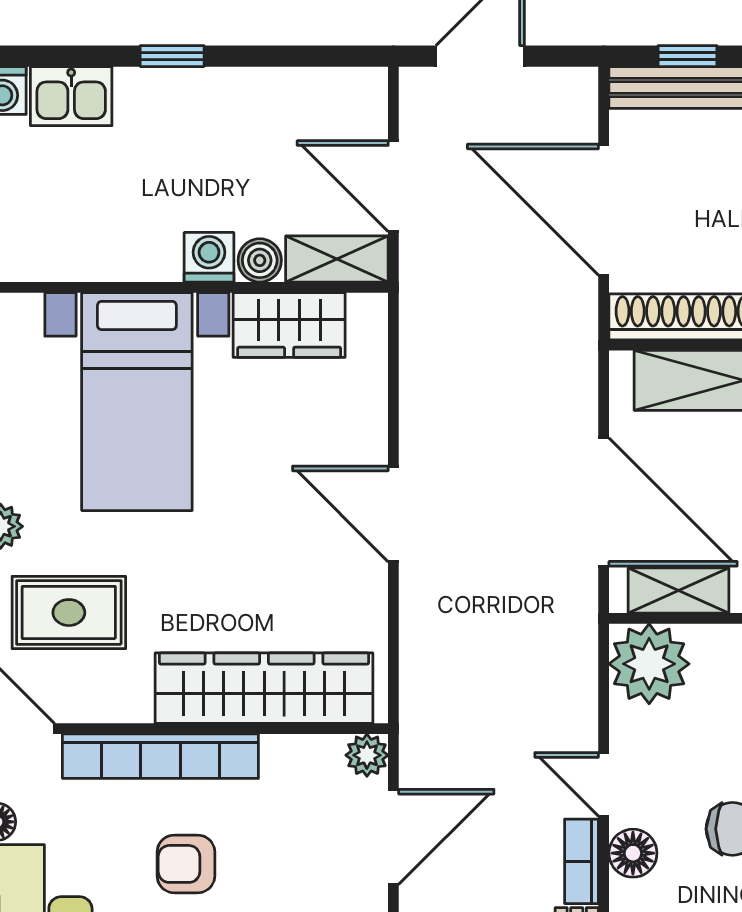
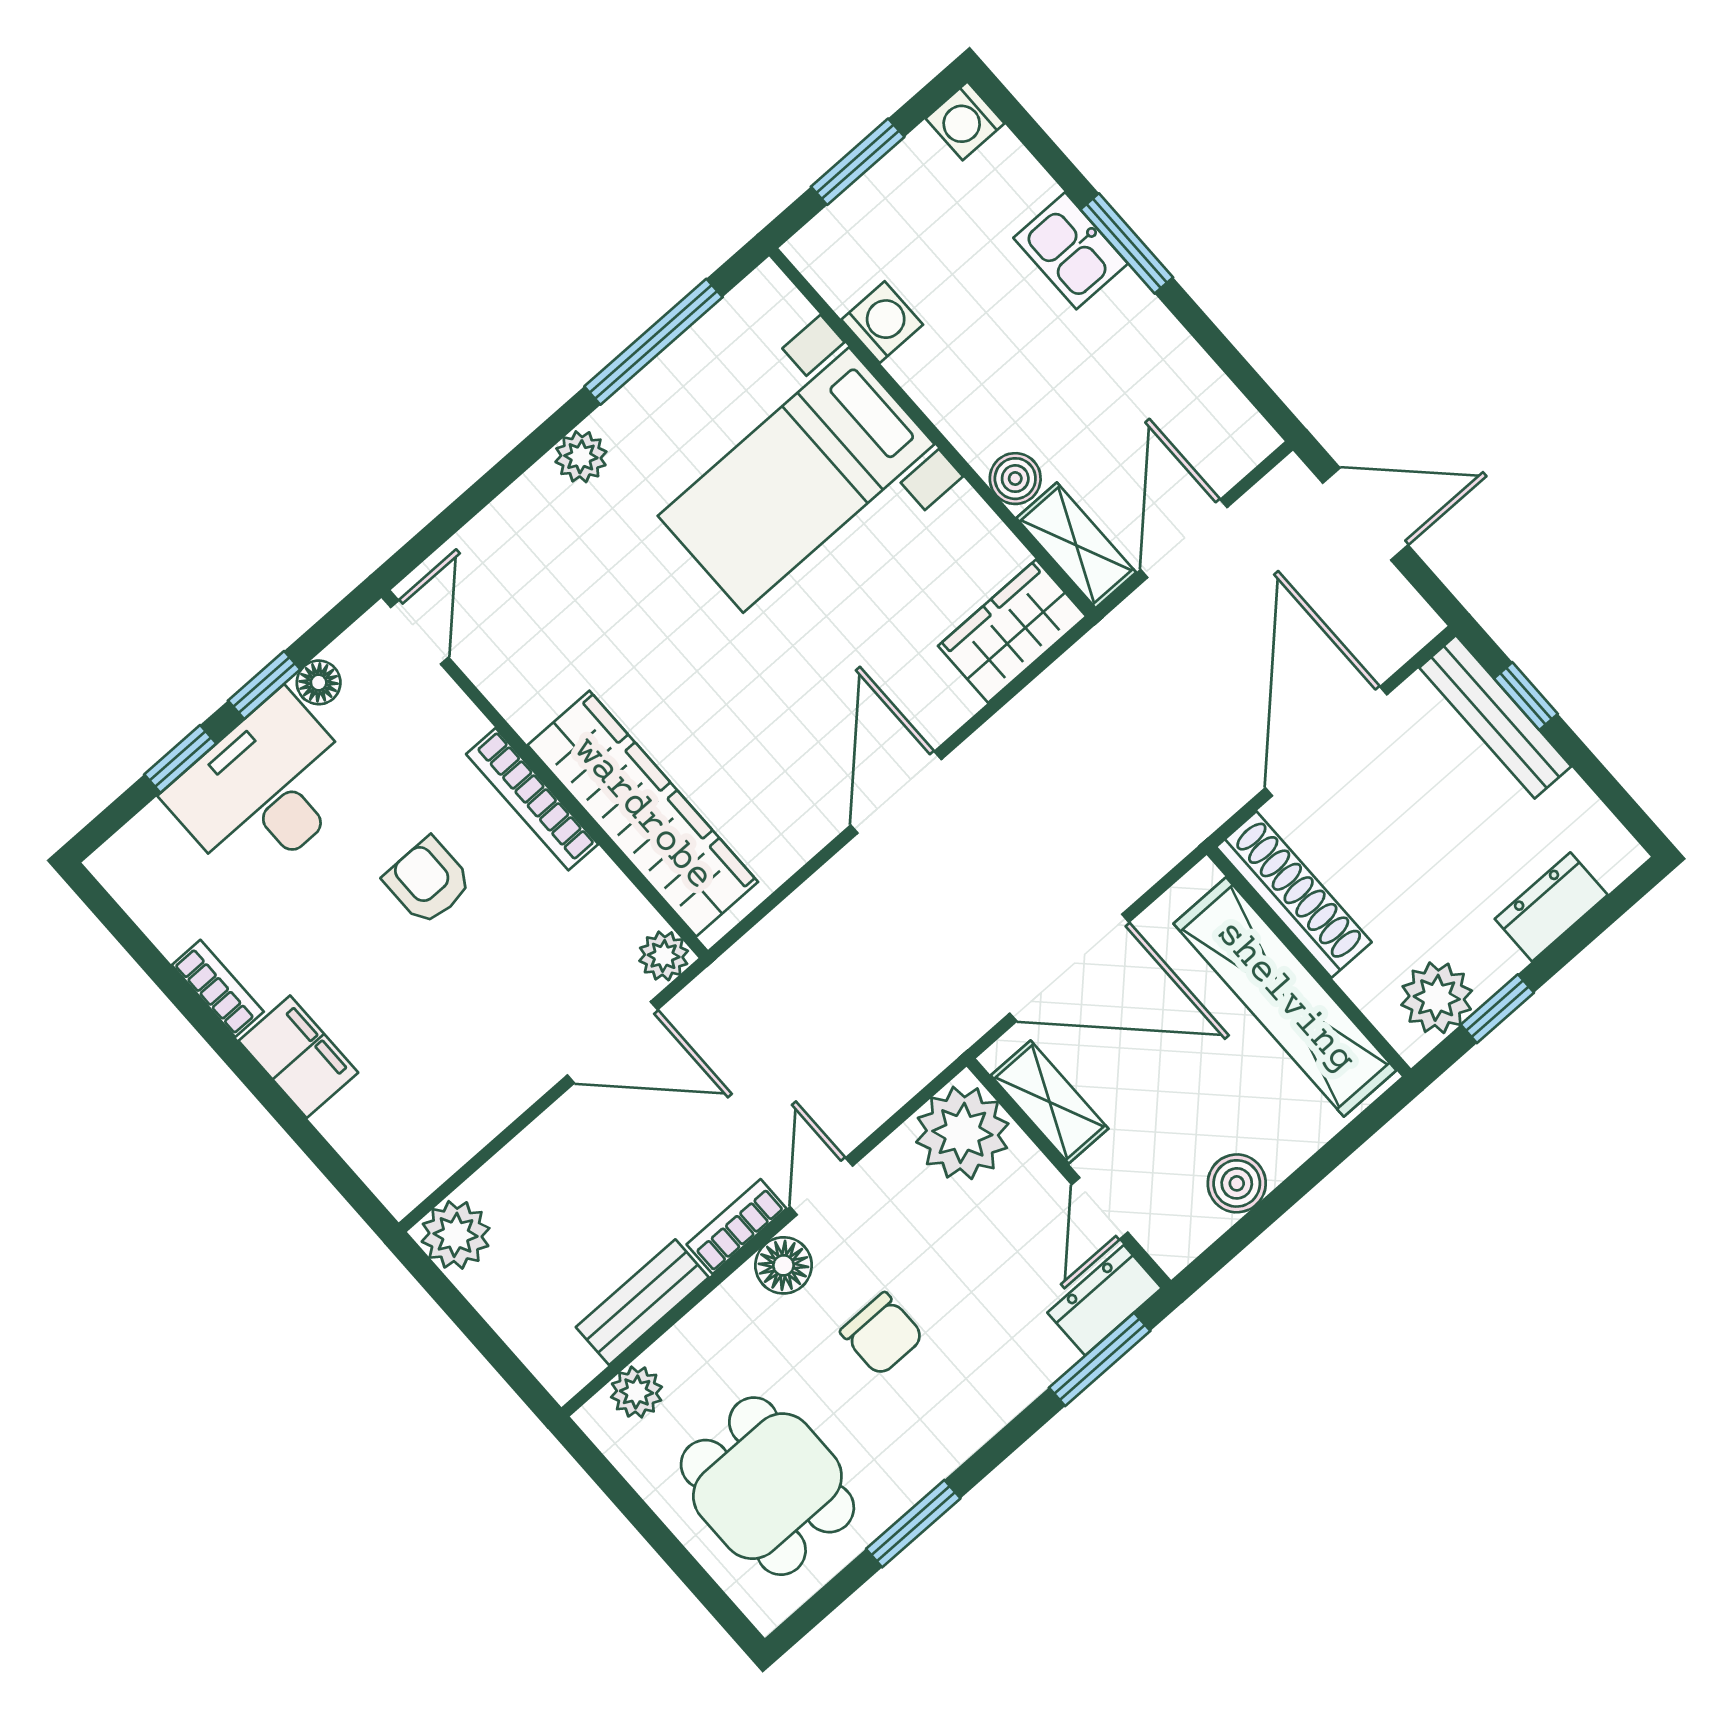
window: (172, 56) -> (1127, 243), width x1.50
kitchen sink: (71, 96) -> (1071, 251), moved
washing machine: (209, 257) -> (882, 322), moved
wardrobe: (289, 325) -> (1012, 631), moved, turned 90
door: (604, 502) -> (1069, 968), hinge flipped
rug: (69, 613) -> (558, 584), removed
bookcase: (160, 756) -> (532, 799), width x0.68, depth x0.76

